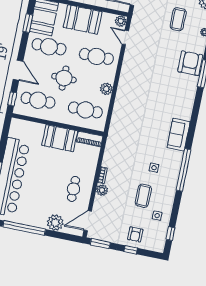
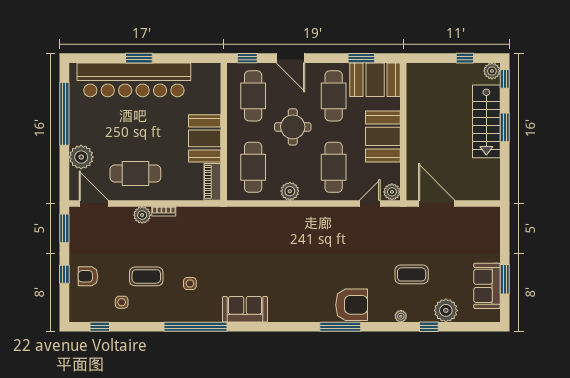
door: (18, 70) -> (290, 58), hinge flipped
cafe table: (74, 189) -> (135, 173), width x1.37, depth x1.35

